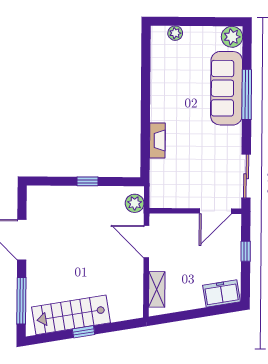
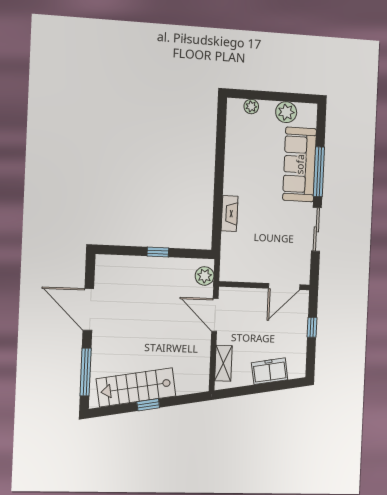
plant: (232, 37) -> (286, 112), moved
sliding door: (246, 176) -> (316, 229), moved
freezer: (222, 294) -> (270, 371), moved

